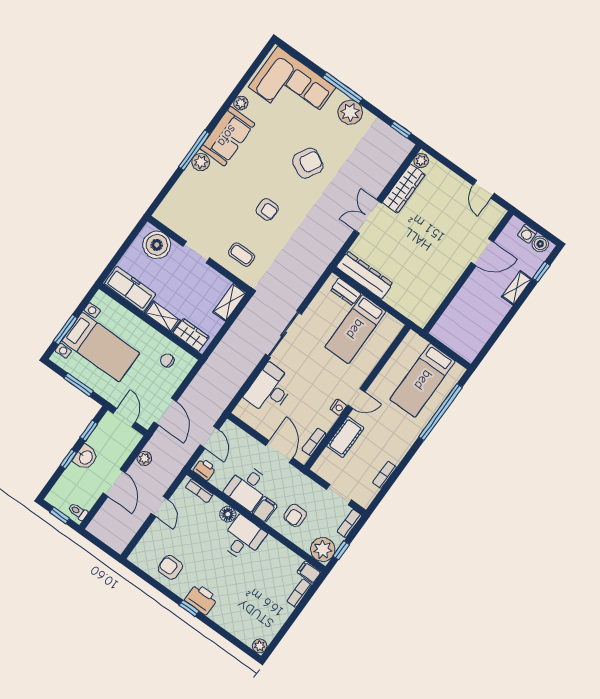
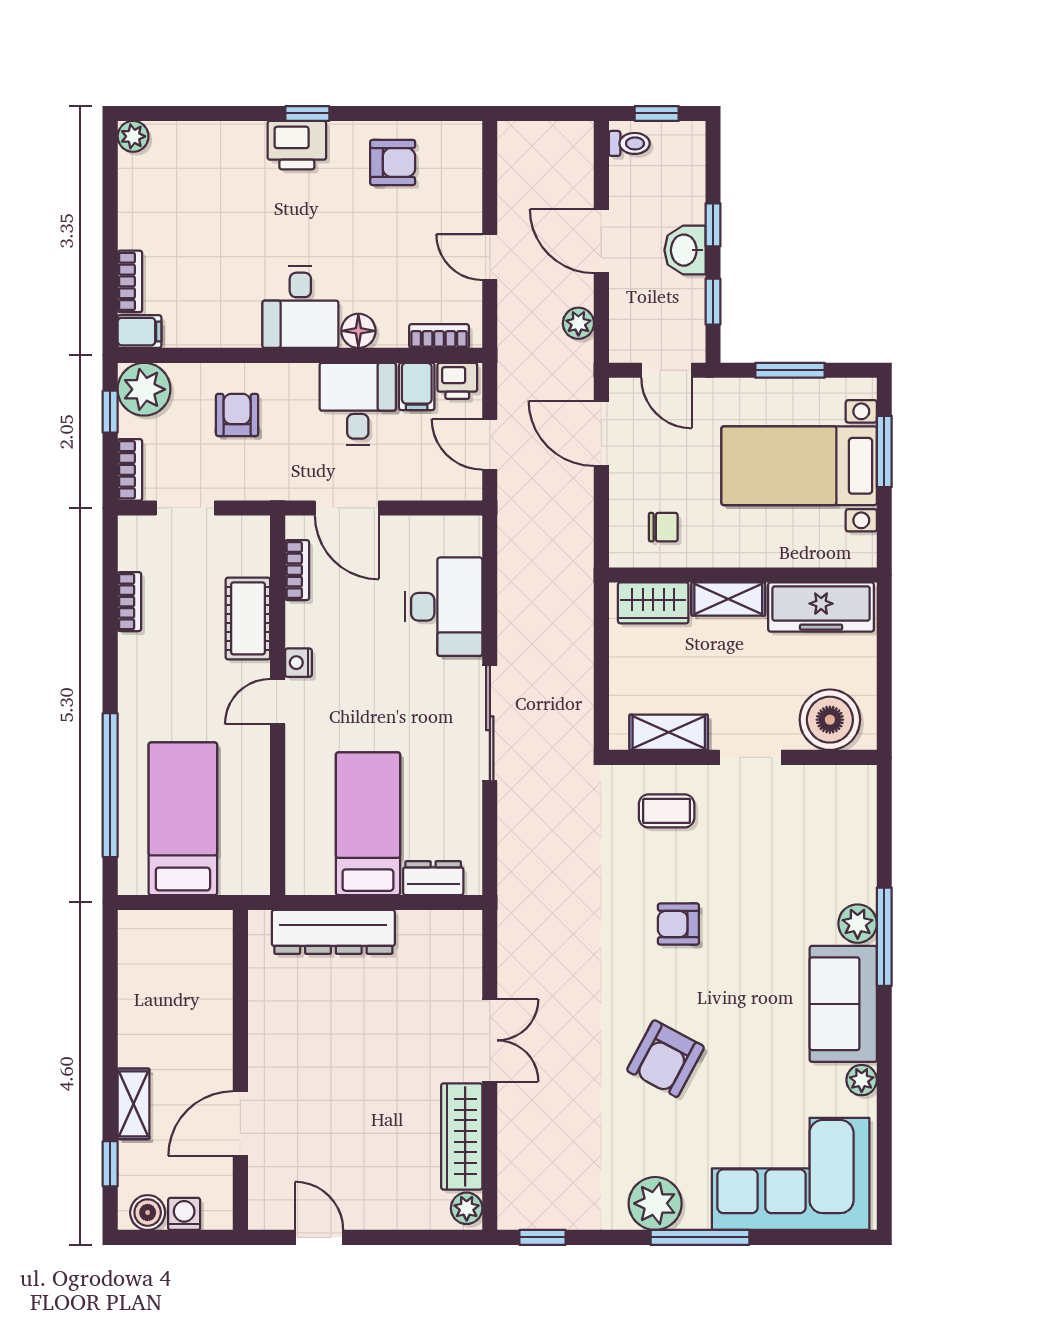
dresser: (365, 275) -> (333, 932), moved
shelving: (230, 302) -> (669, 732), moved, turned 90
filing cabinet: (265, 509) -> (417, 387), moved

